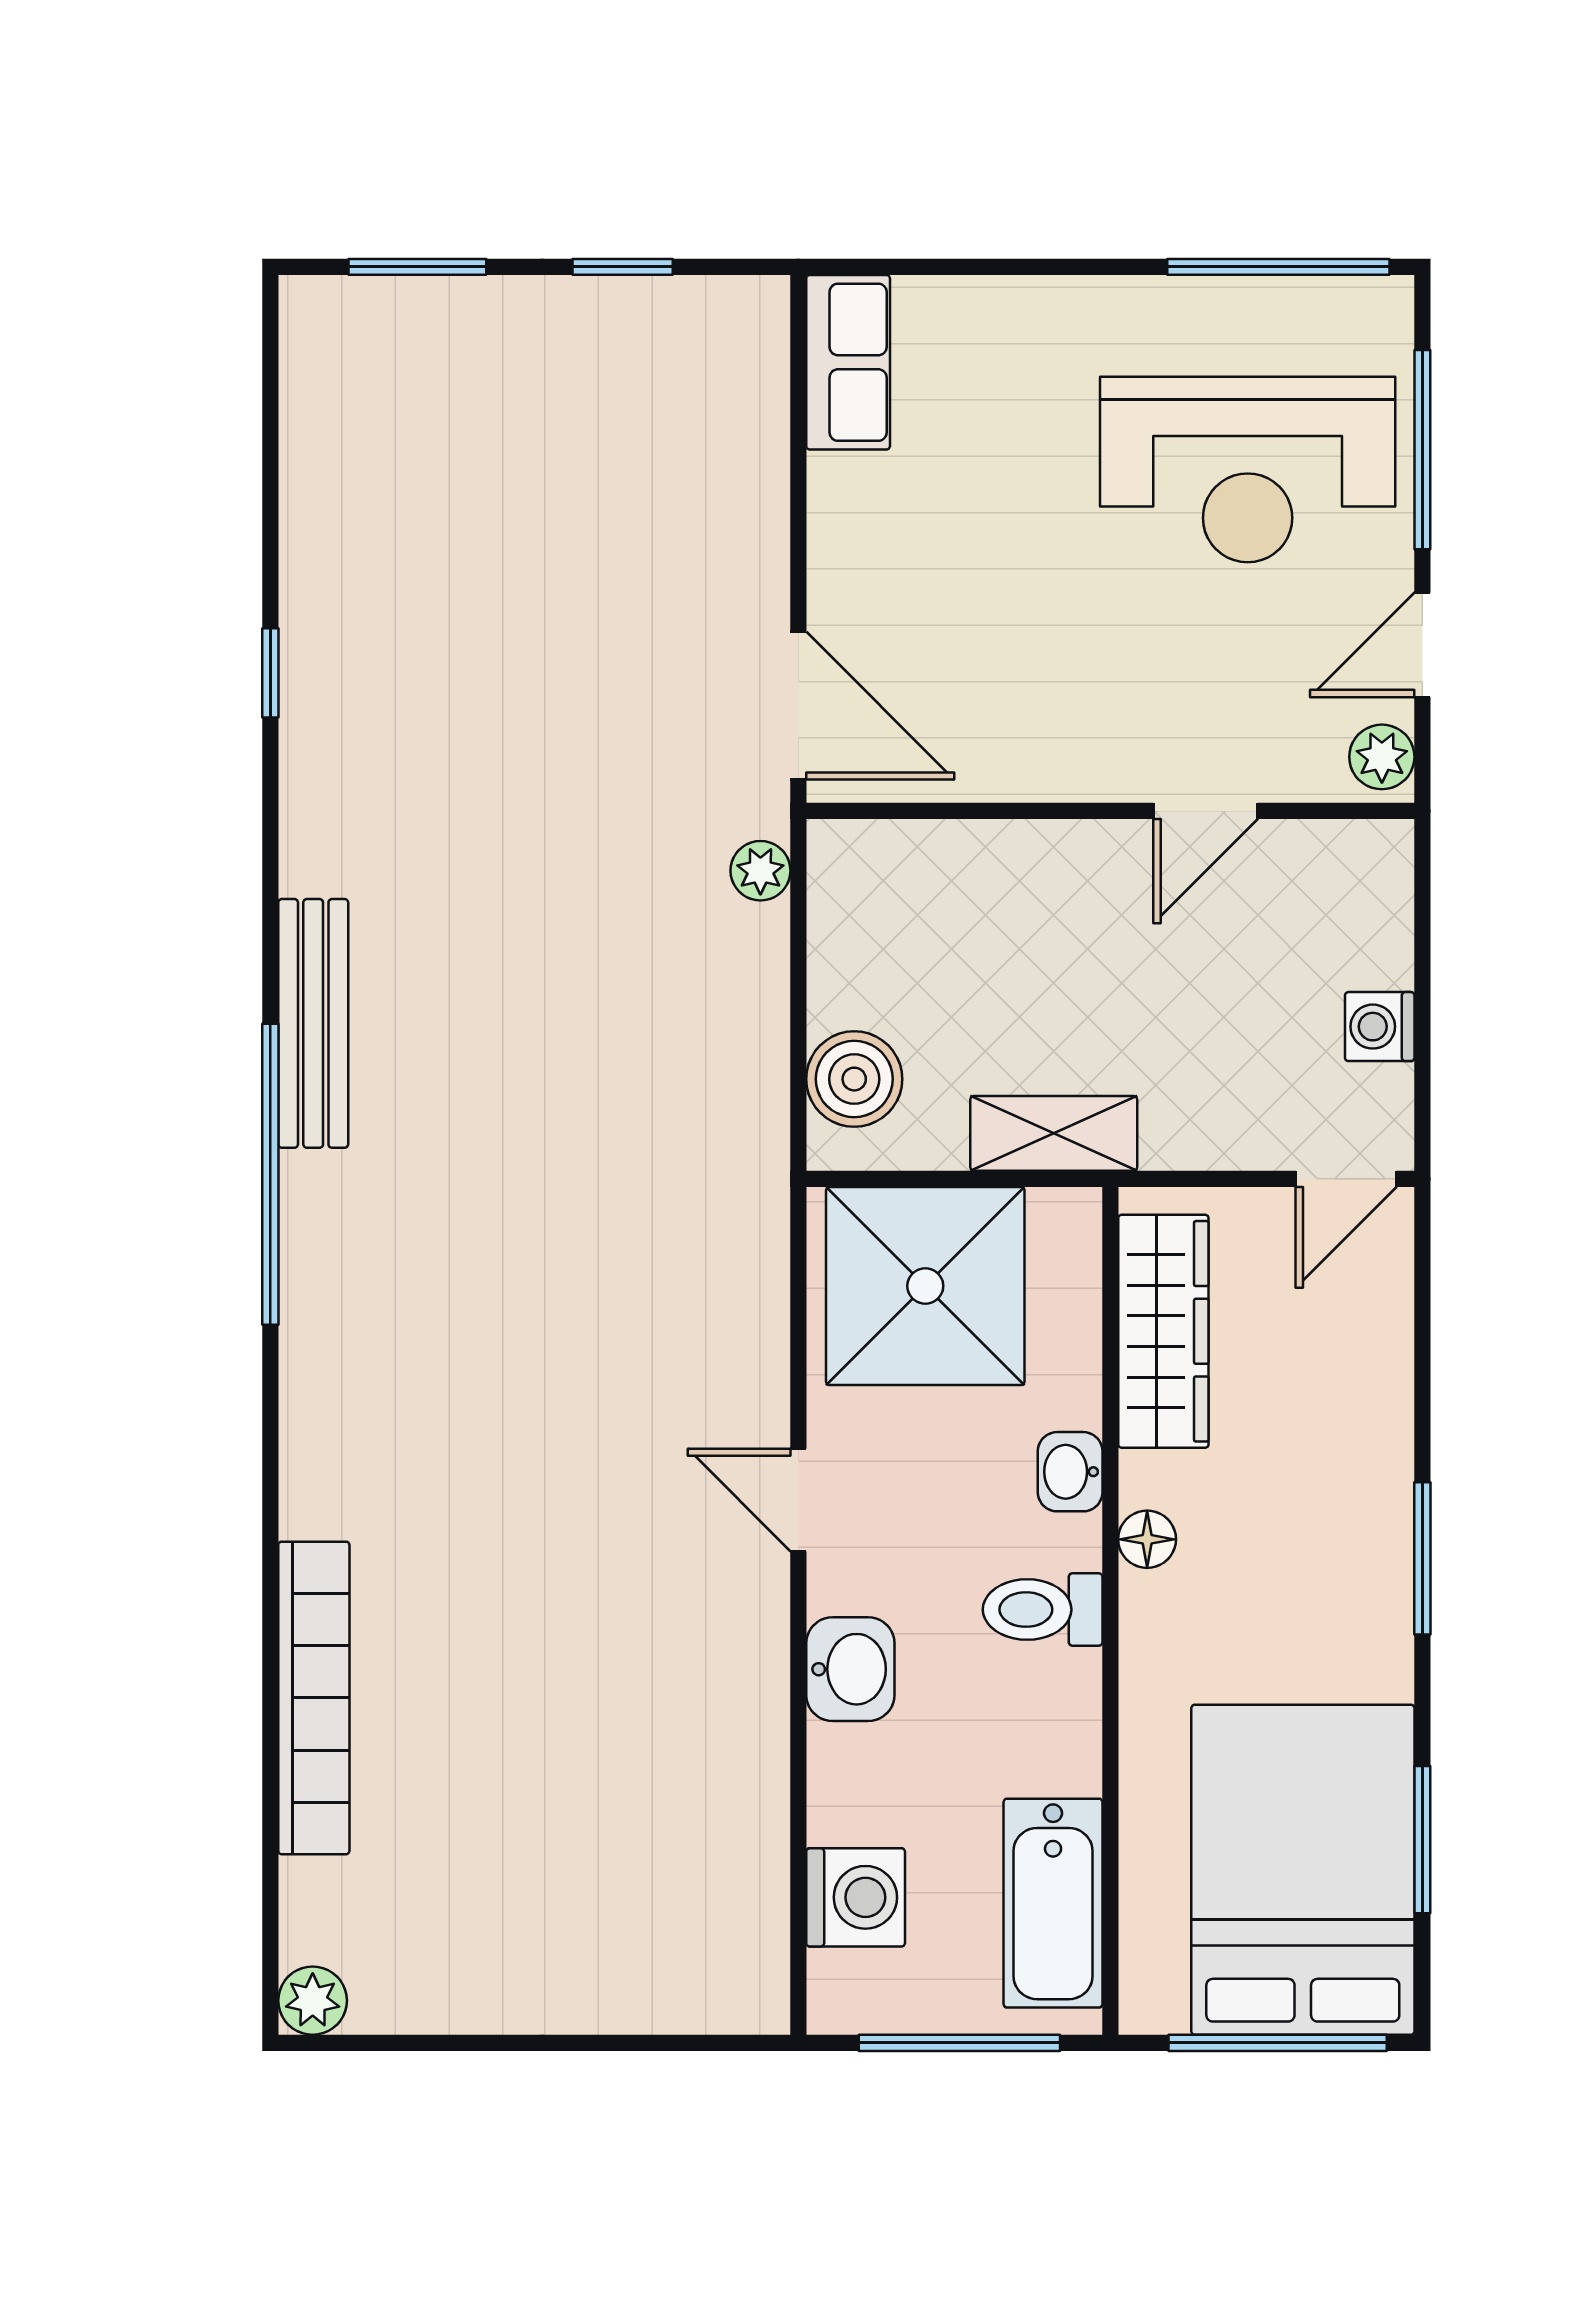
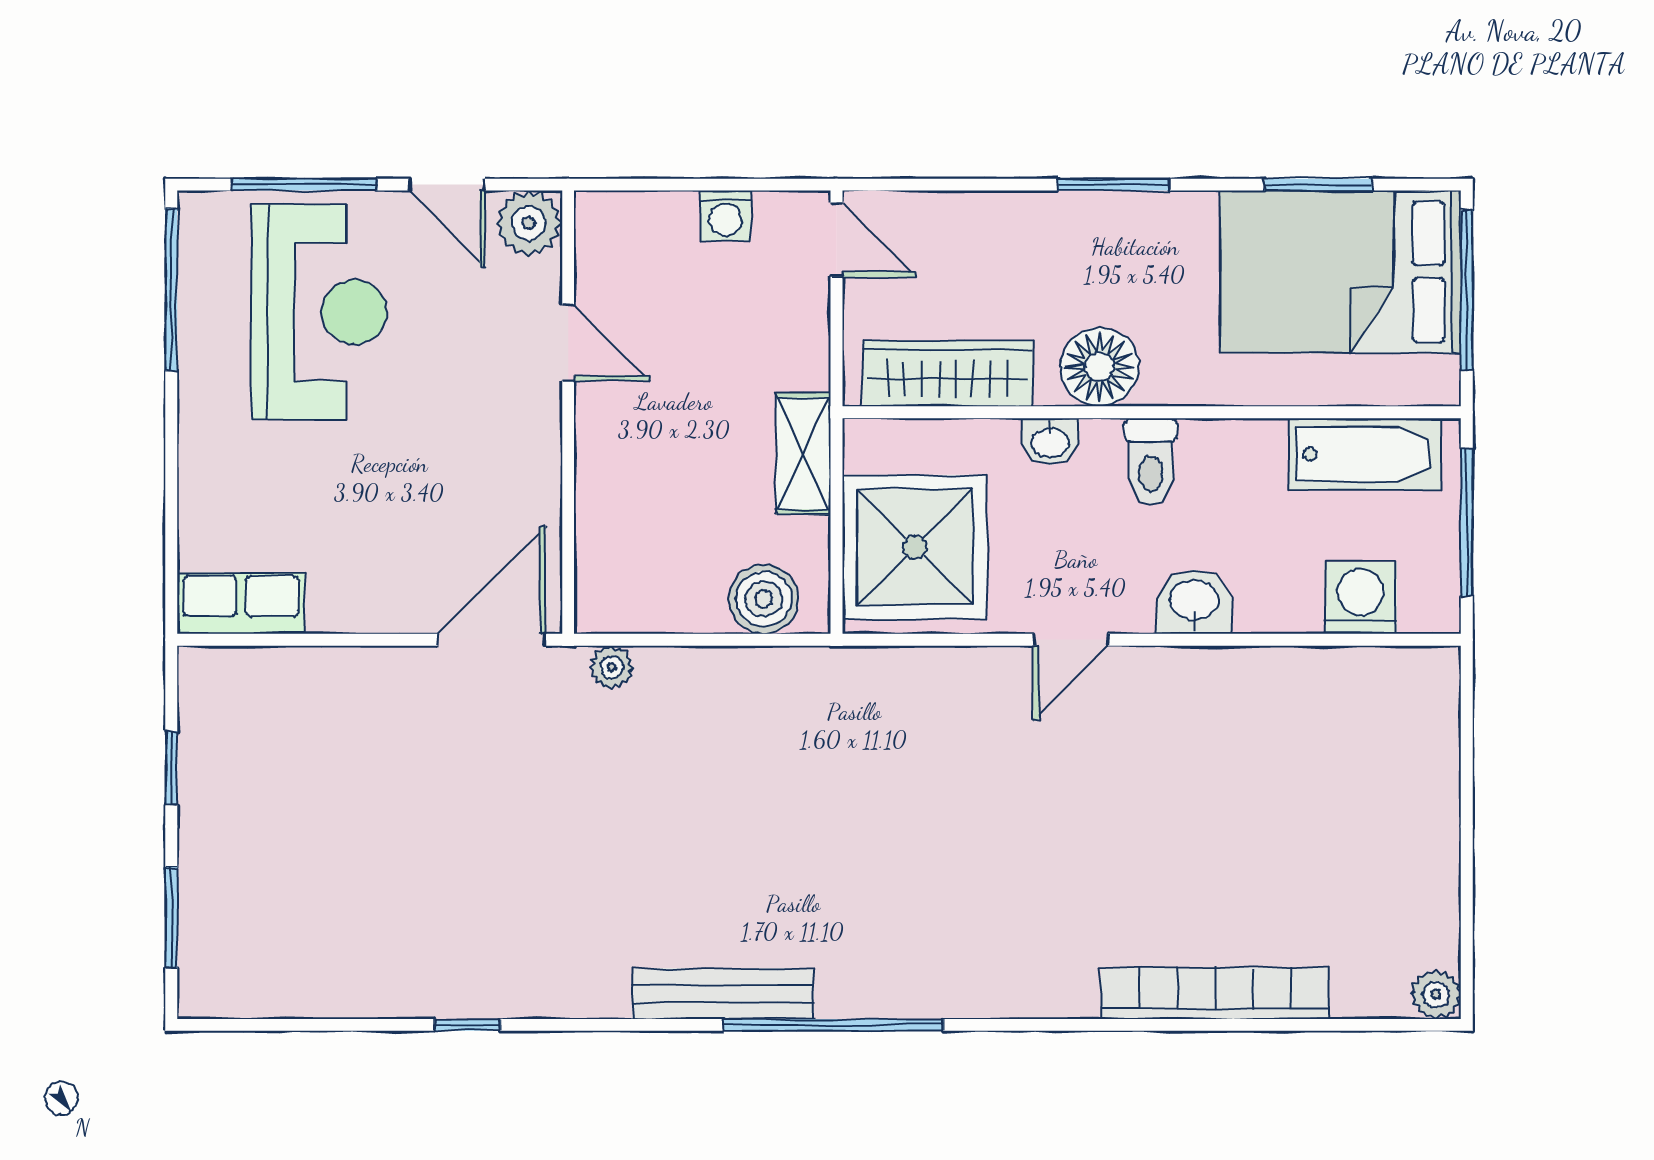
plant: (1382, 757) -> (529, 223), width x1.38, depth x1.38
floor lamp: (1147, 1539) -> (1099, 367), width x1.89, depth x1.89

